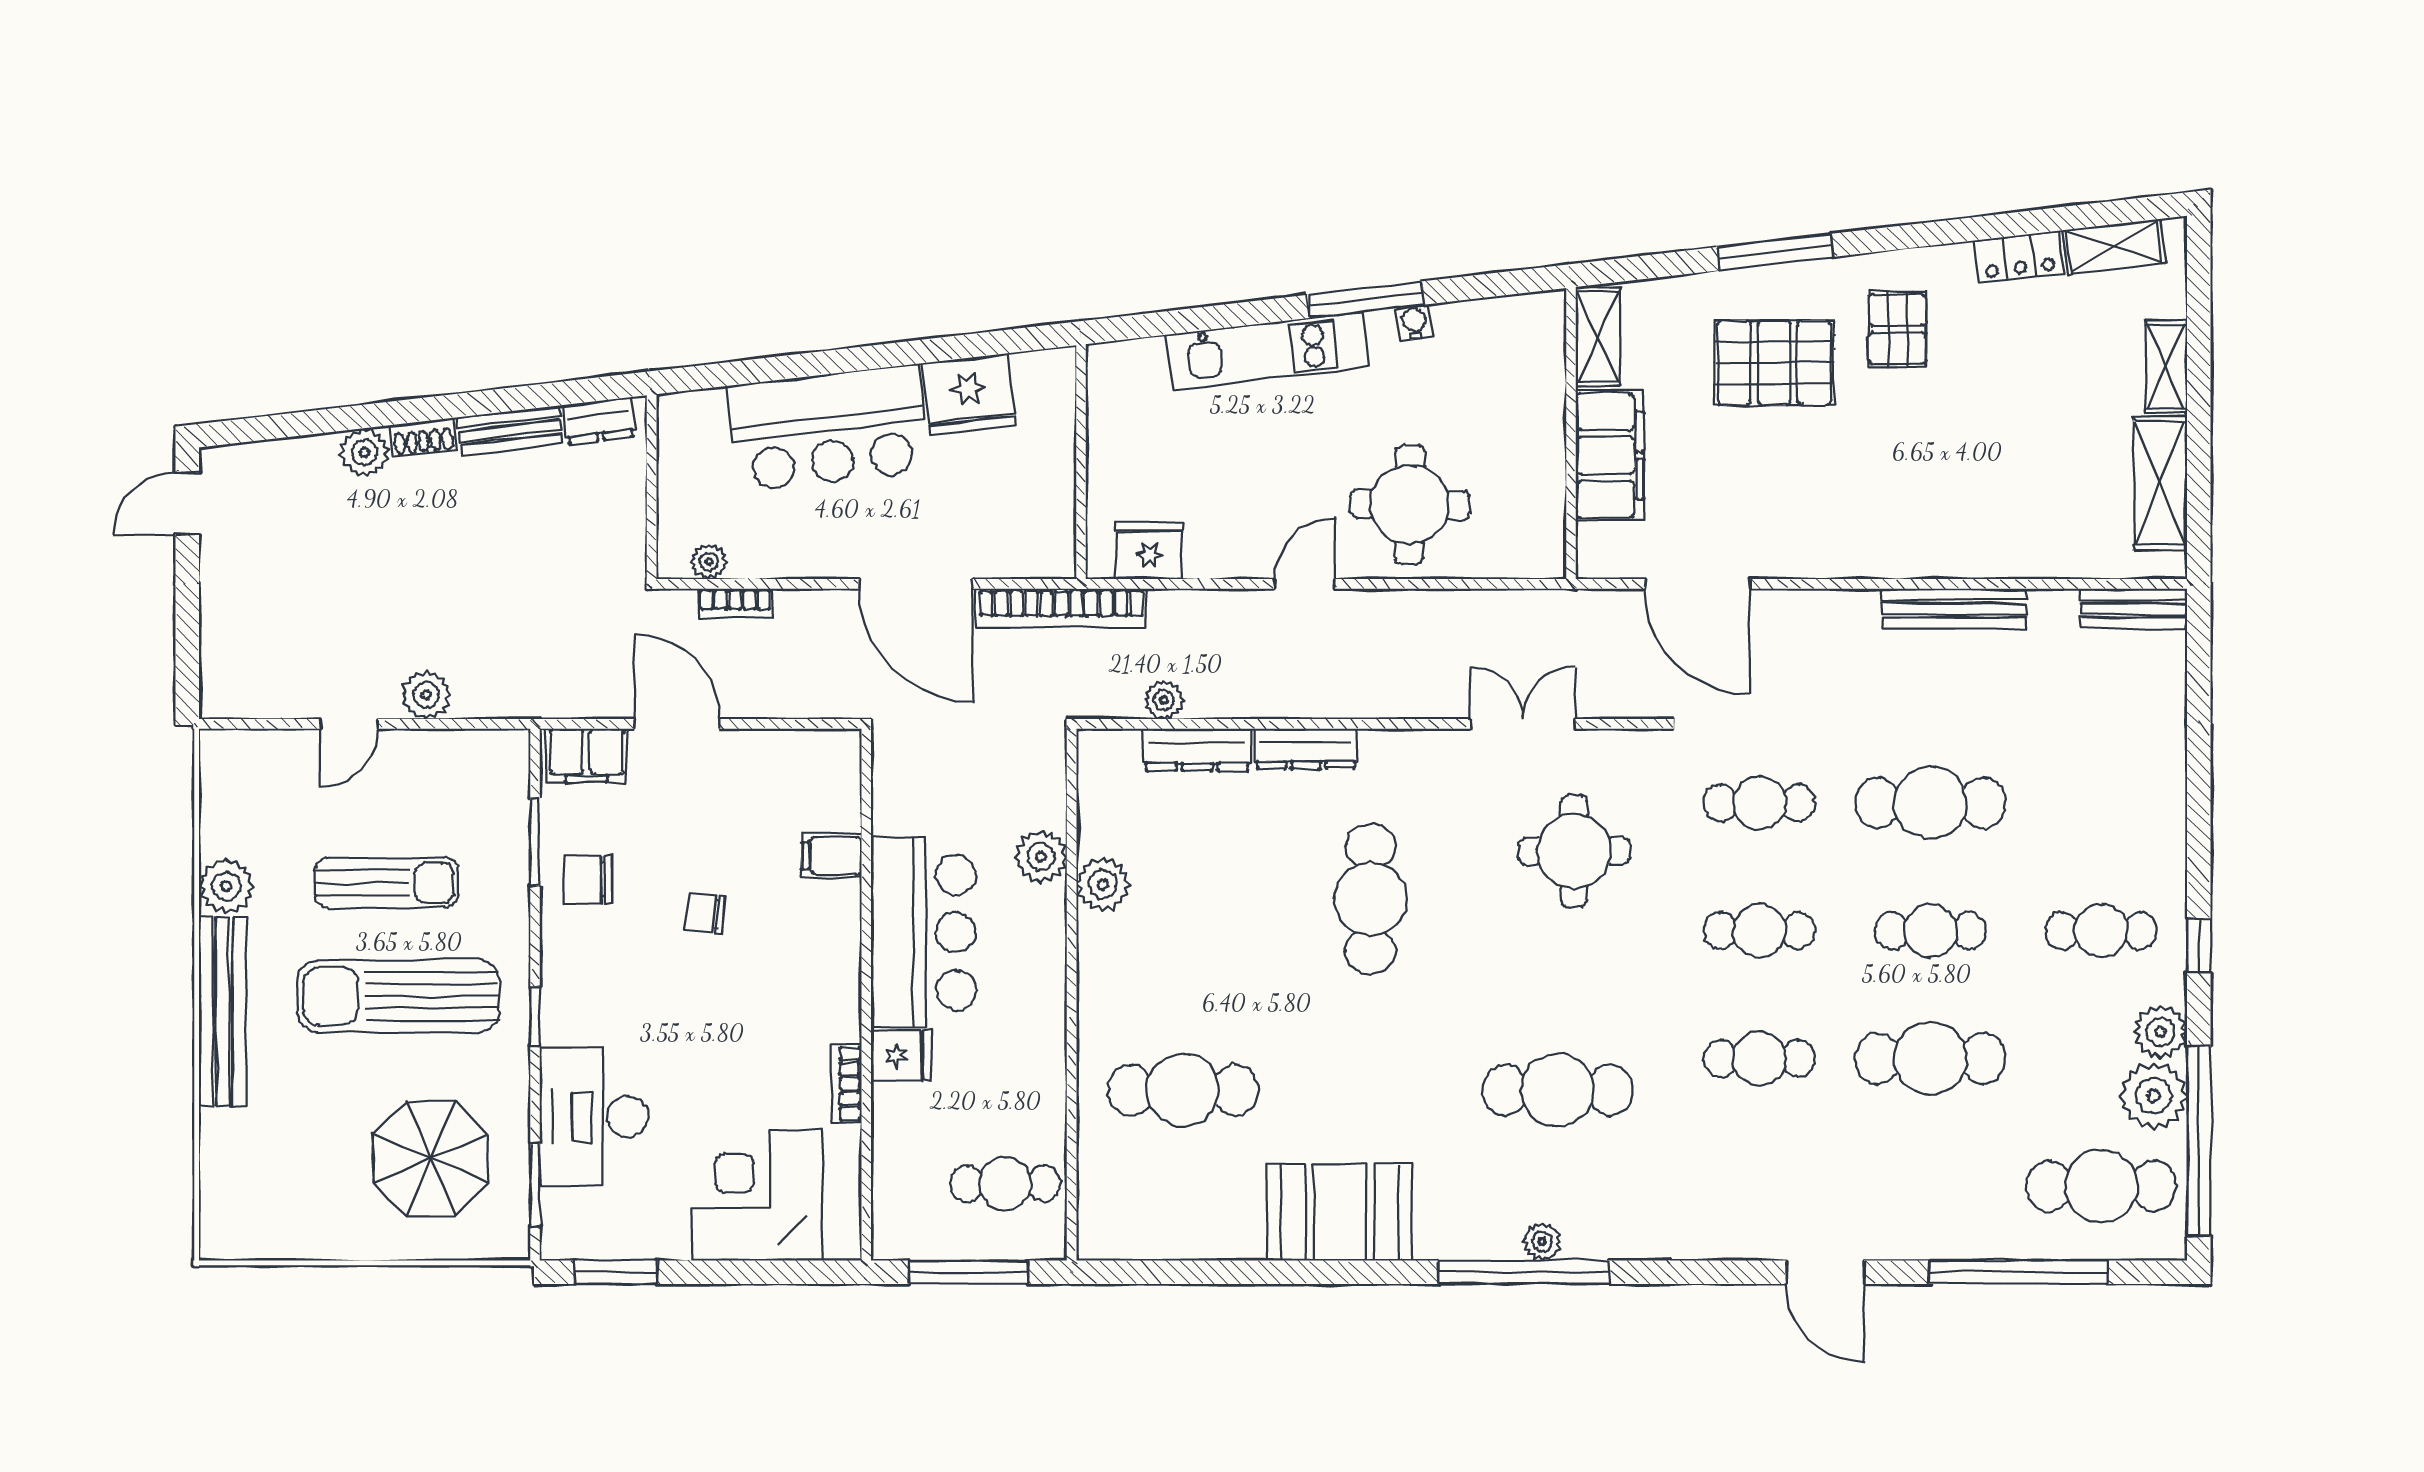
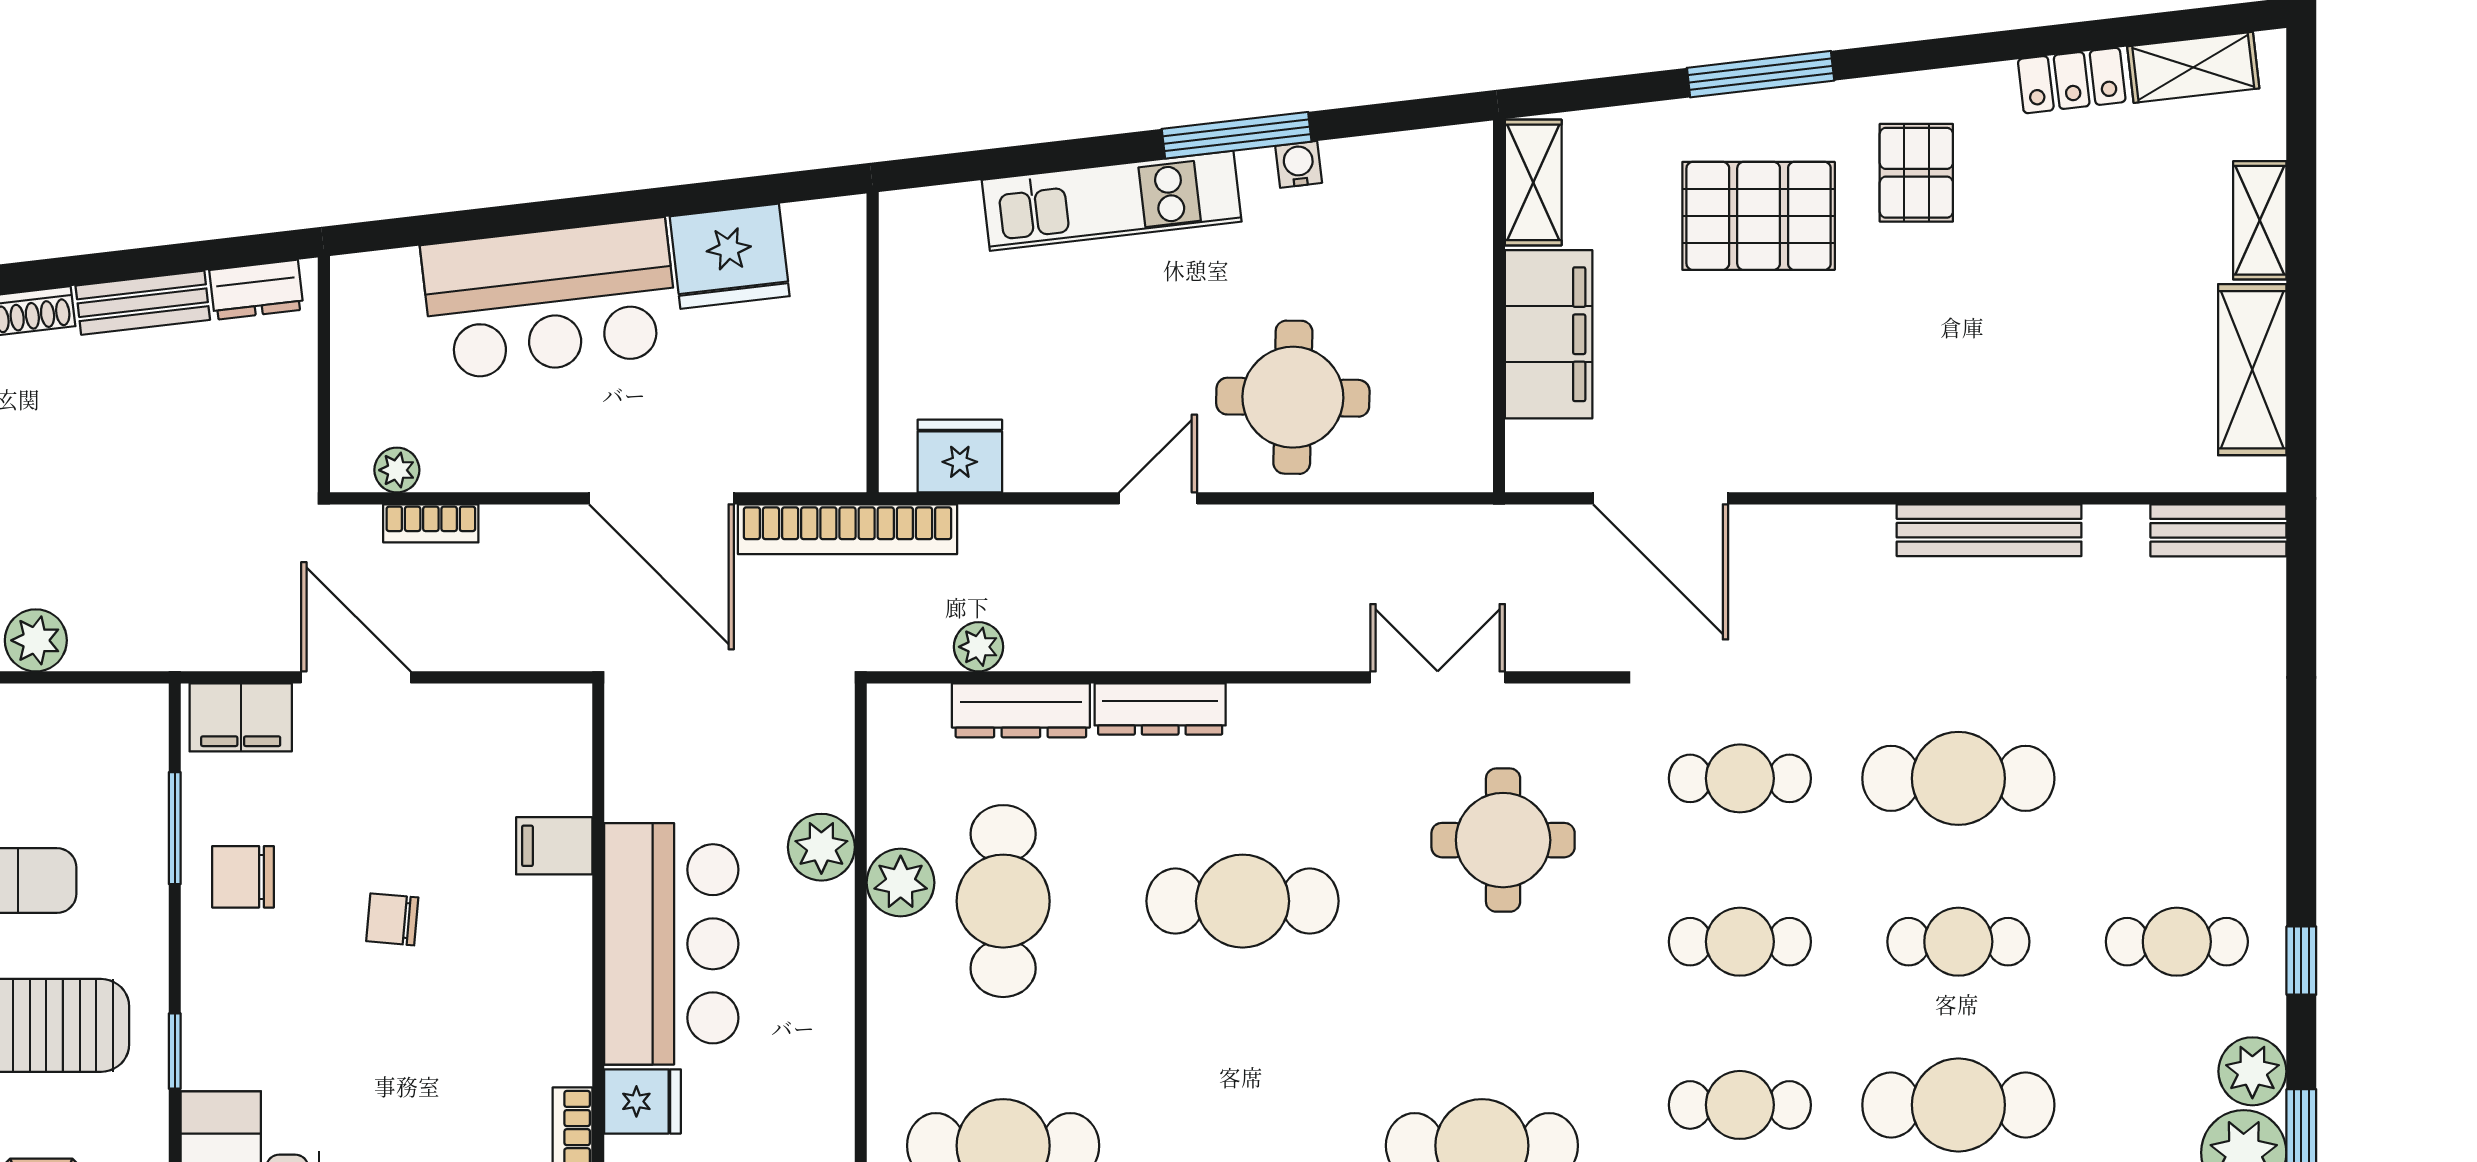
cafe table: (1183, 899) -> (1003, 901), added
cafe table: (1370, 899) -> (1243, 901), turned 90

